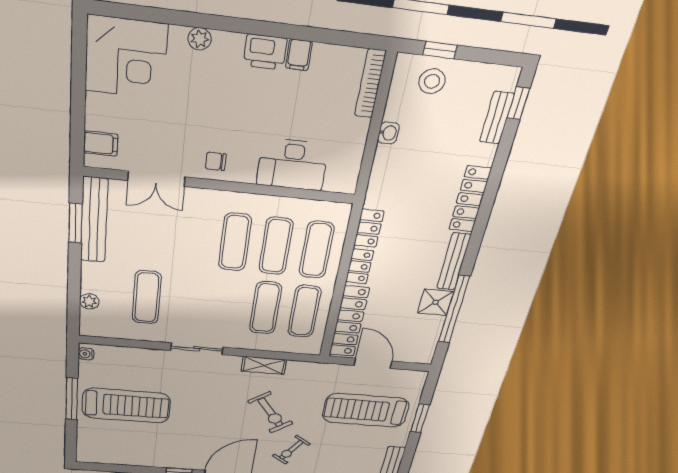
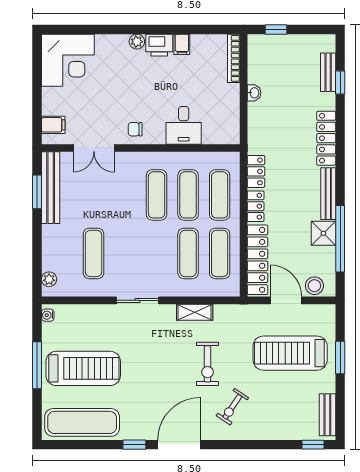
plant: (200, 39) -> (137, 42), moved
stool: (432, 81) -> (314, 286), moved
window: (518, 103) -> (340, 82), moved
desk: (292, 165) -> (184, 125), width x0.73
plant: (89, 301) -> (49, 279), moved
exercise bike: (270, 412) -> (208, 364), turned 36
exercise mat: (122, 451) -> (82, 422), added

